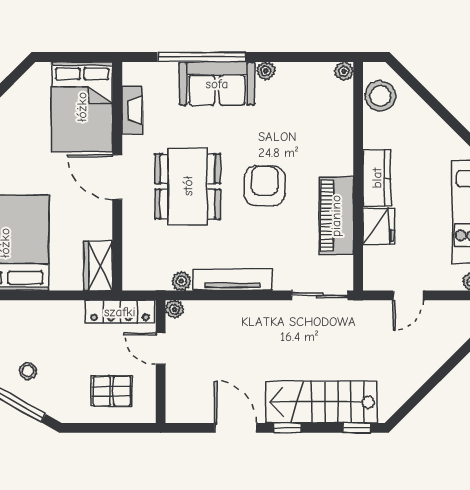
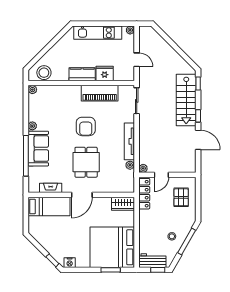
bed: (82, 107) -> (49, 207), width x0.67
dining table: (188, 186) -> (86, 162), width x0.73
armchair: (265, 186) -> (86, 126), turned -90
door: (236, 428) -> (198, 140), swing flipped

